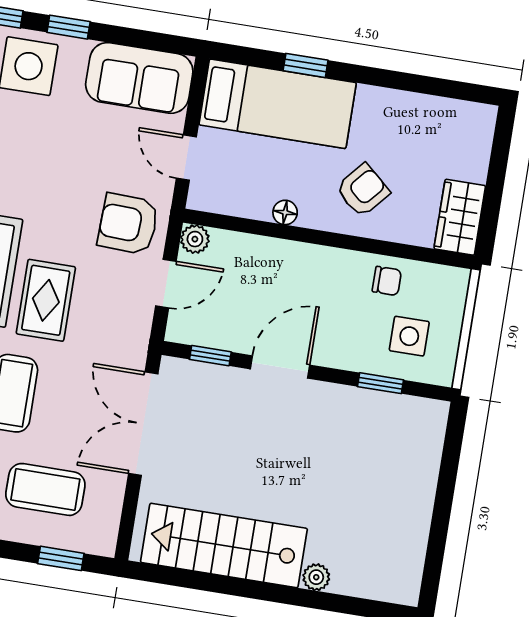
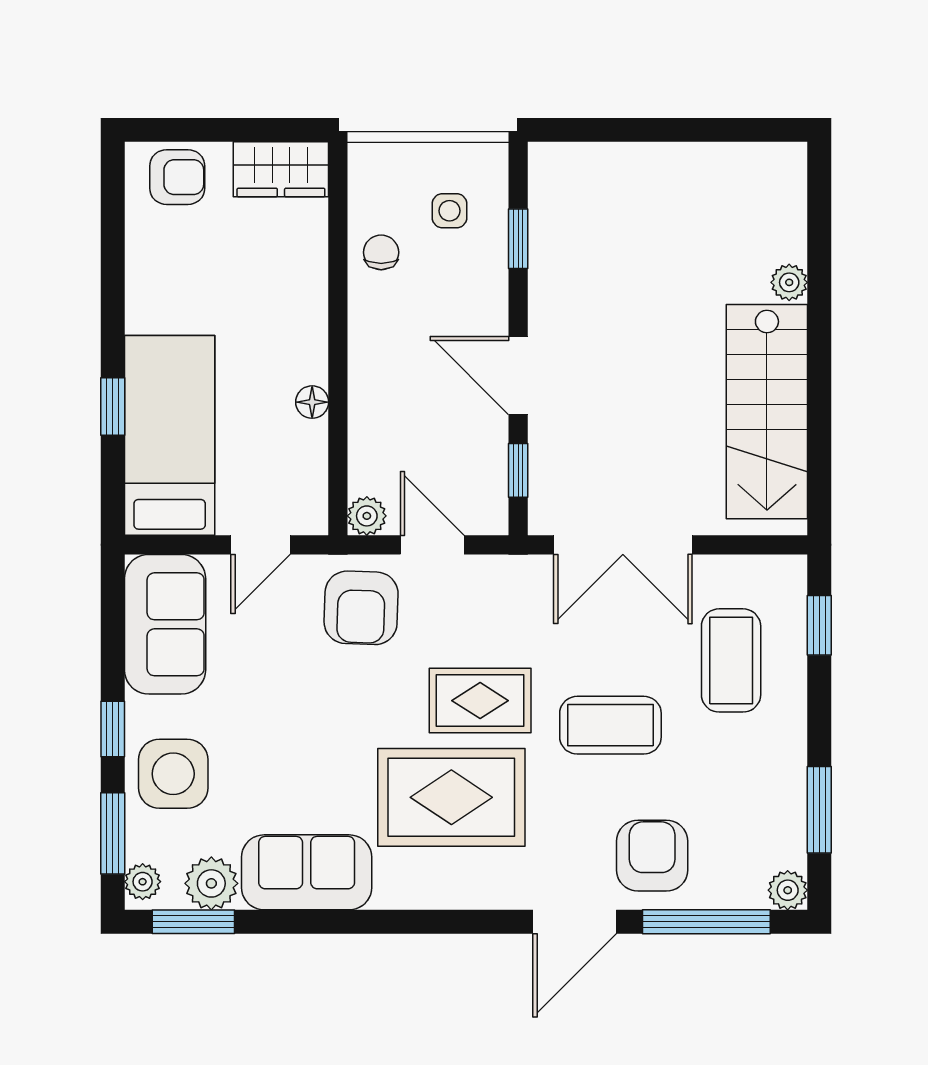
armchair: (363, 190) -> (177, 177), moved, turned 139
side table: (409, 336) -> (450, 211), width x0.73, depth x0.73

